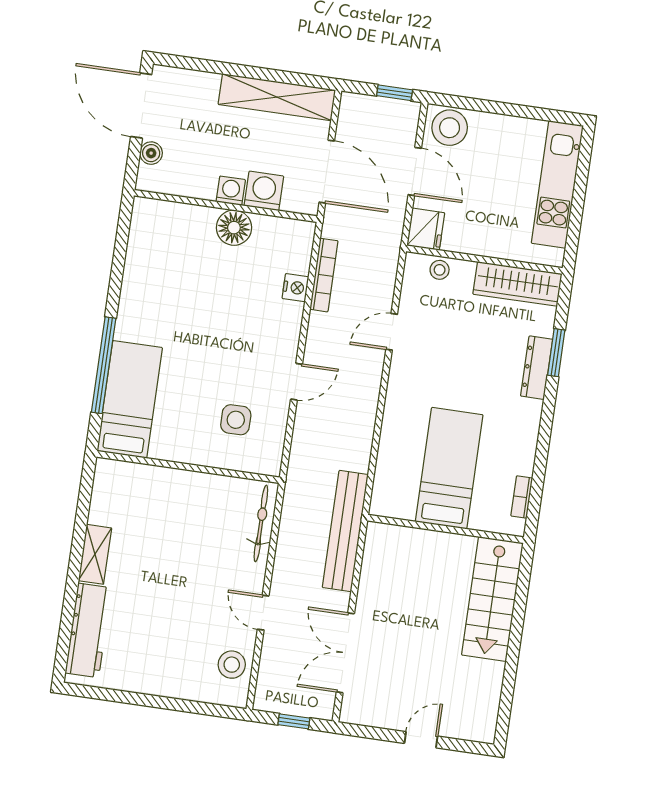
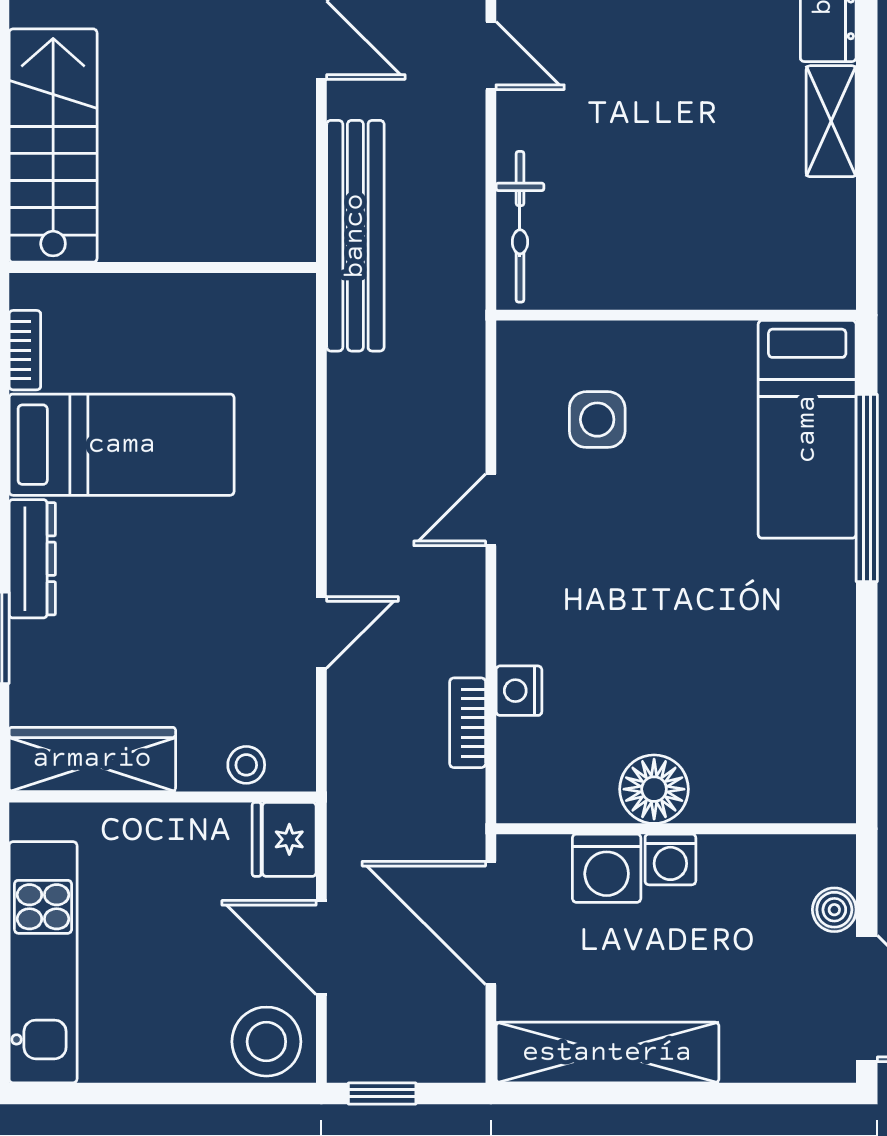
bookcase: (324, 275) -> (468, 723), width x0.64
dresser: (537, 368) -> (32, 559), moved
bed: (449, 468) -> (122, 445), moved, turned -90

